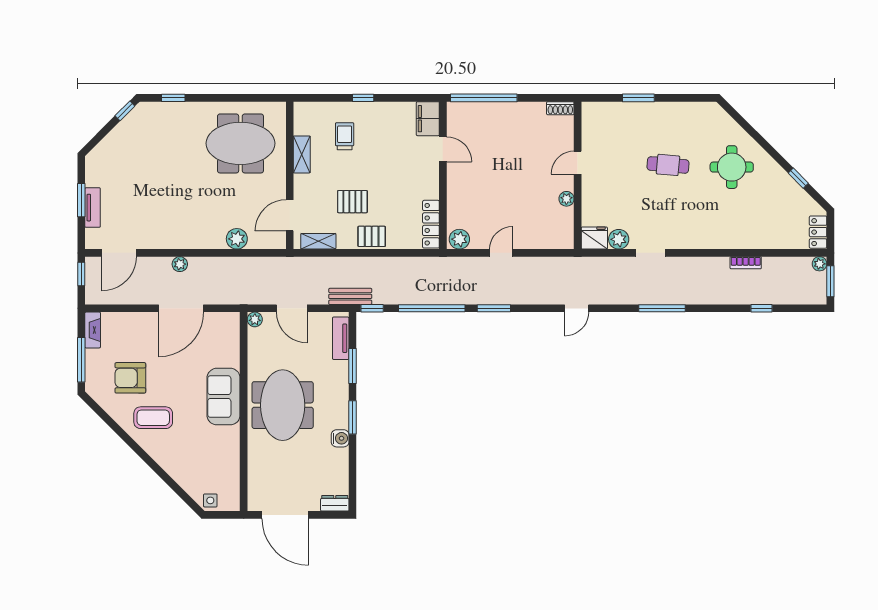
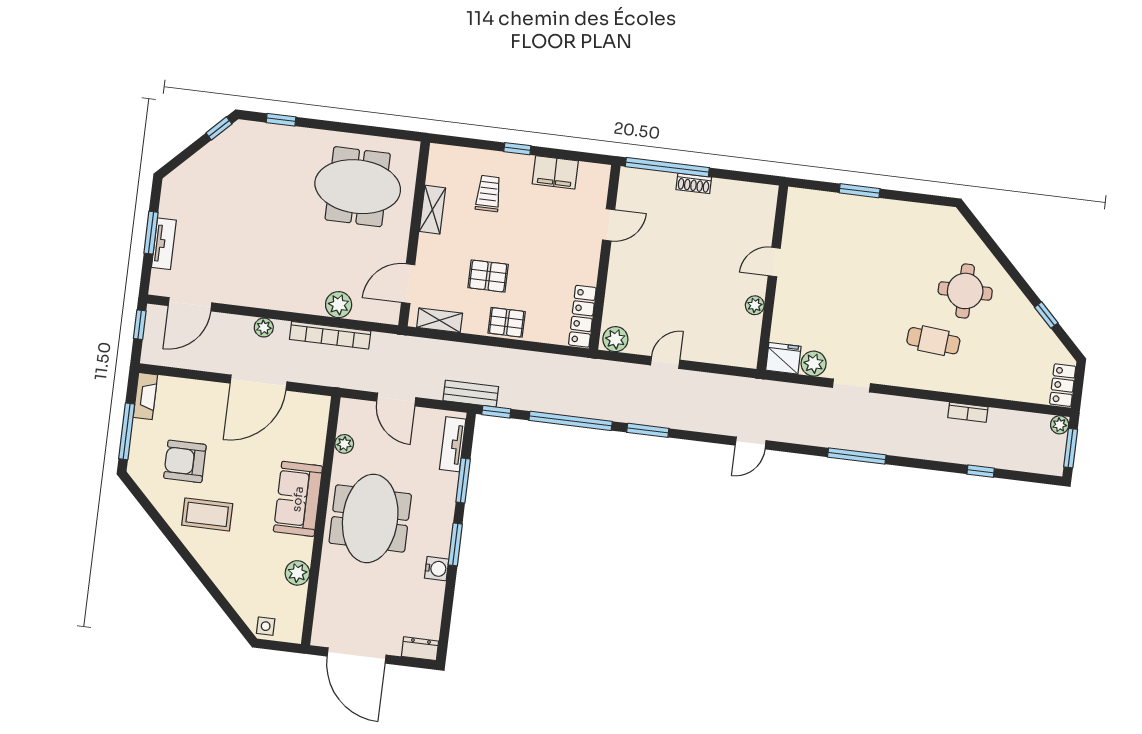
shoe rack: (560, 108) -> (694, 183), moved
filing cabinet: (428, 119) -> (555, 172), moved, turned -90
door: (443, 149) -> (609, 225), hinge flipped
cafe table: (668, 165) -> (933, 341), moved
bookcase: (233, 264) -> (330, 335), added
plant: (255, 319) -> (344, 444), moved
plant: (230, 455) -> (297, 573), added

